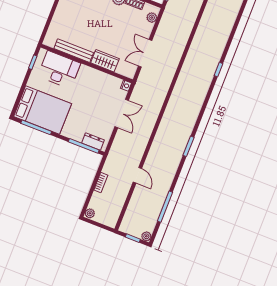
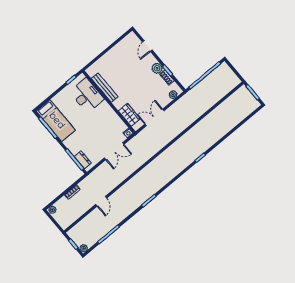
wardrobe: (105, 61) -> (129, 115), moved
bed: (43, 110) -> (56, 121), width x0.67

